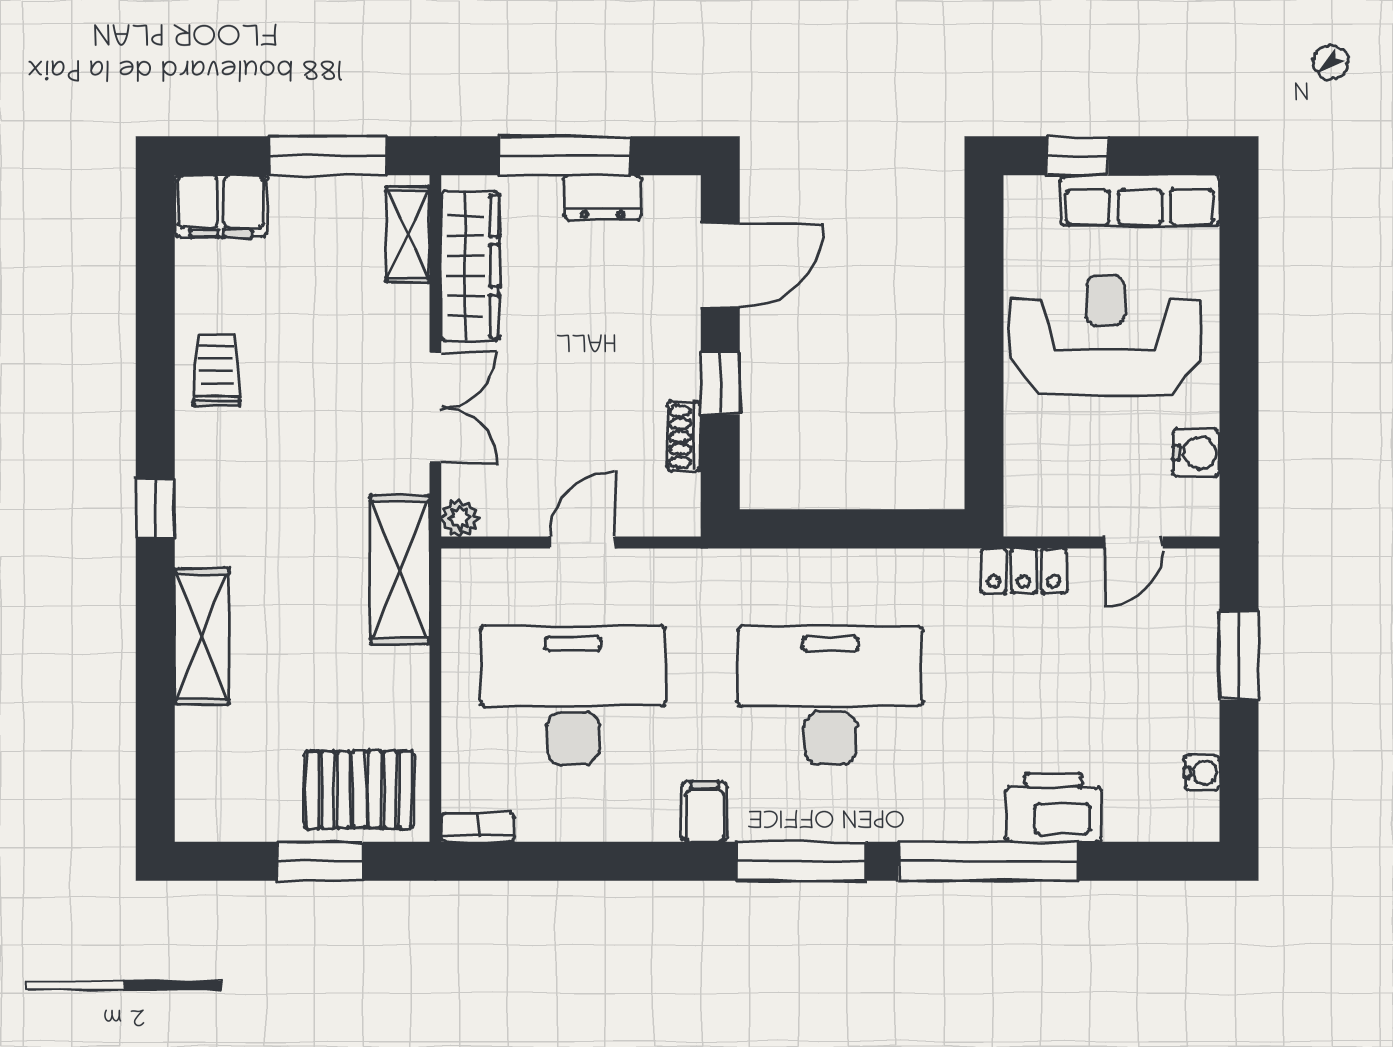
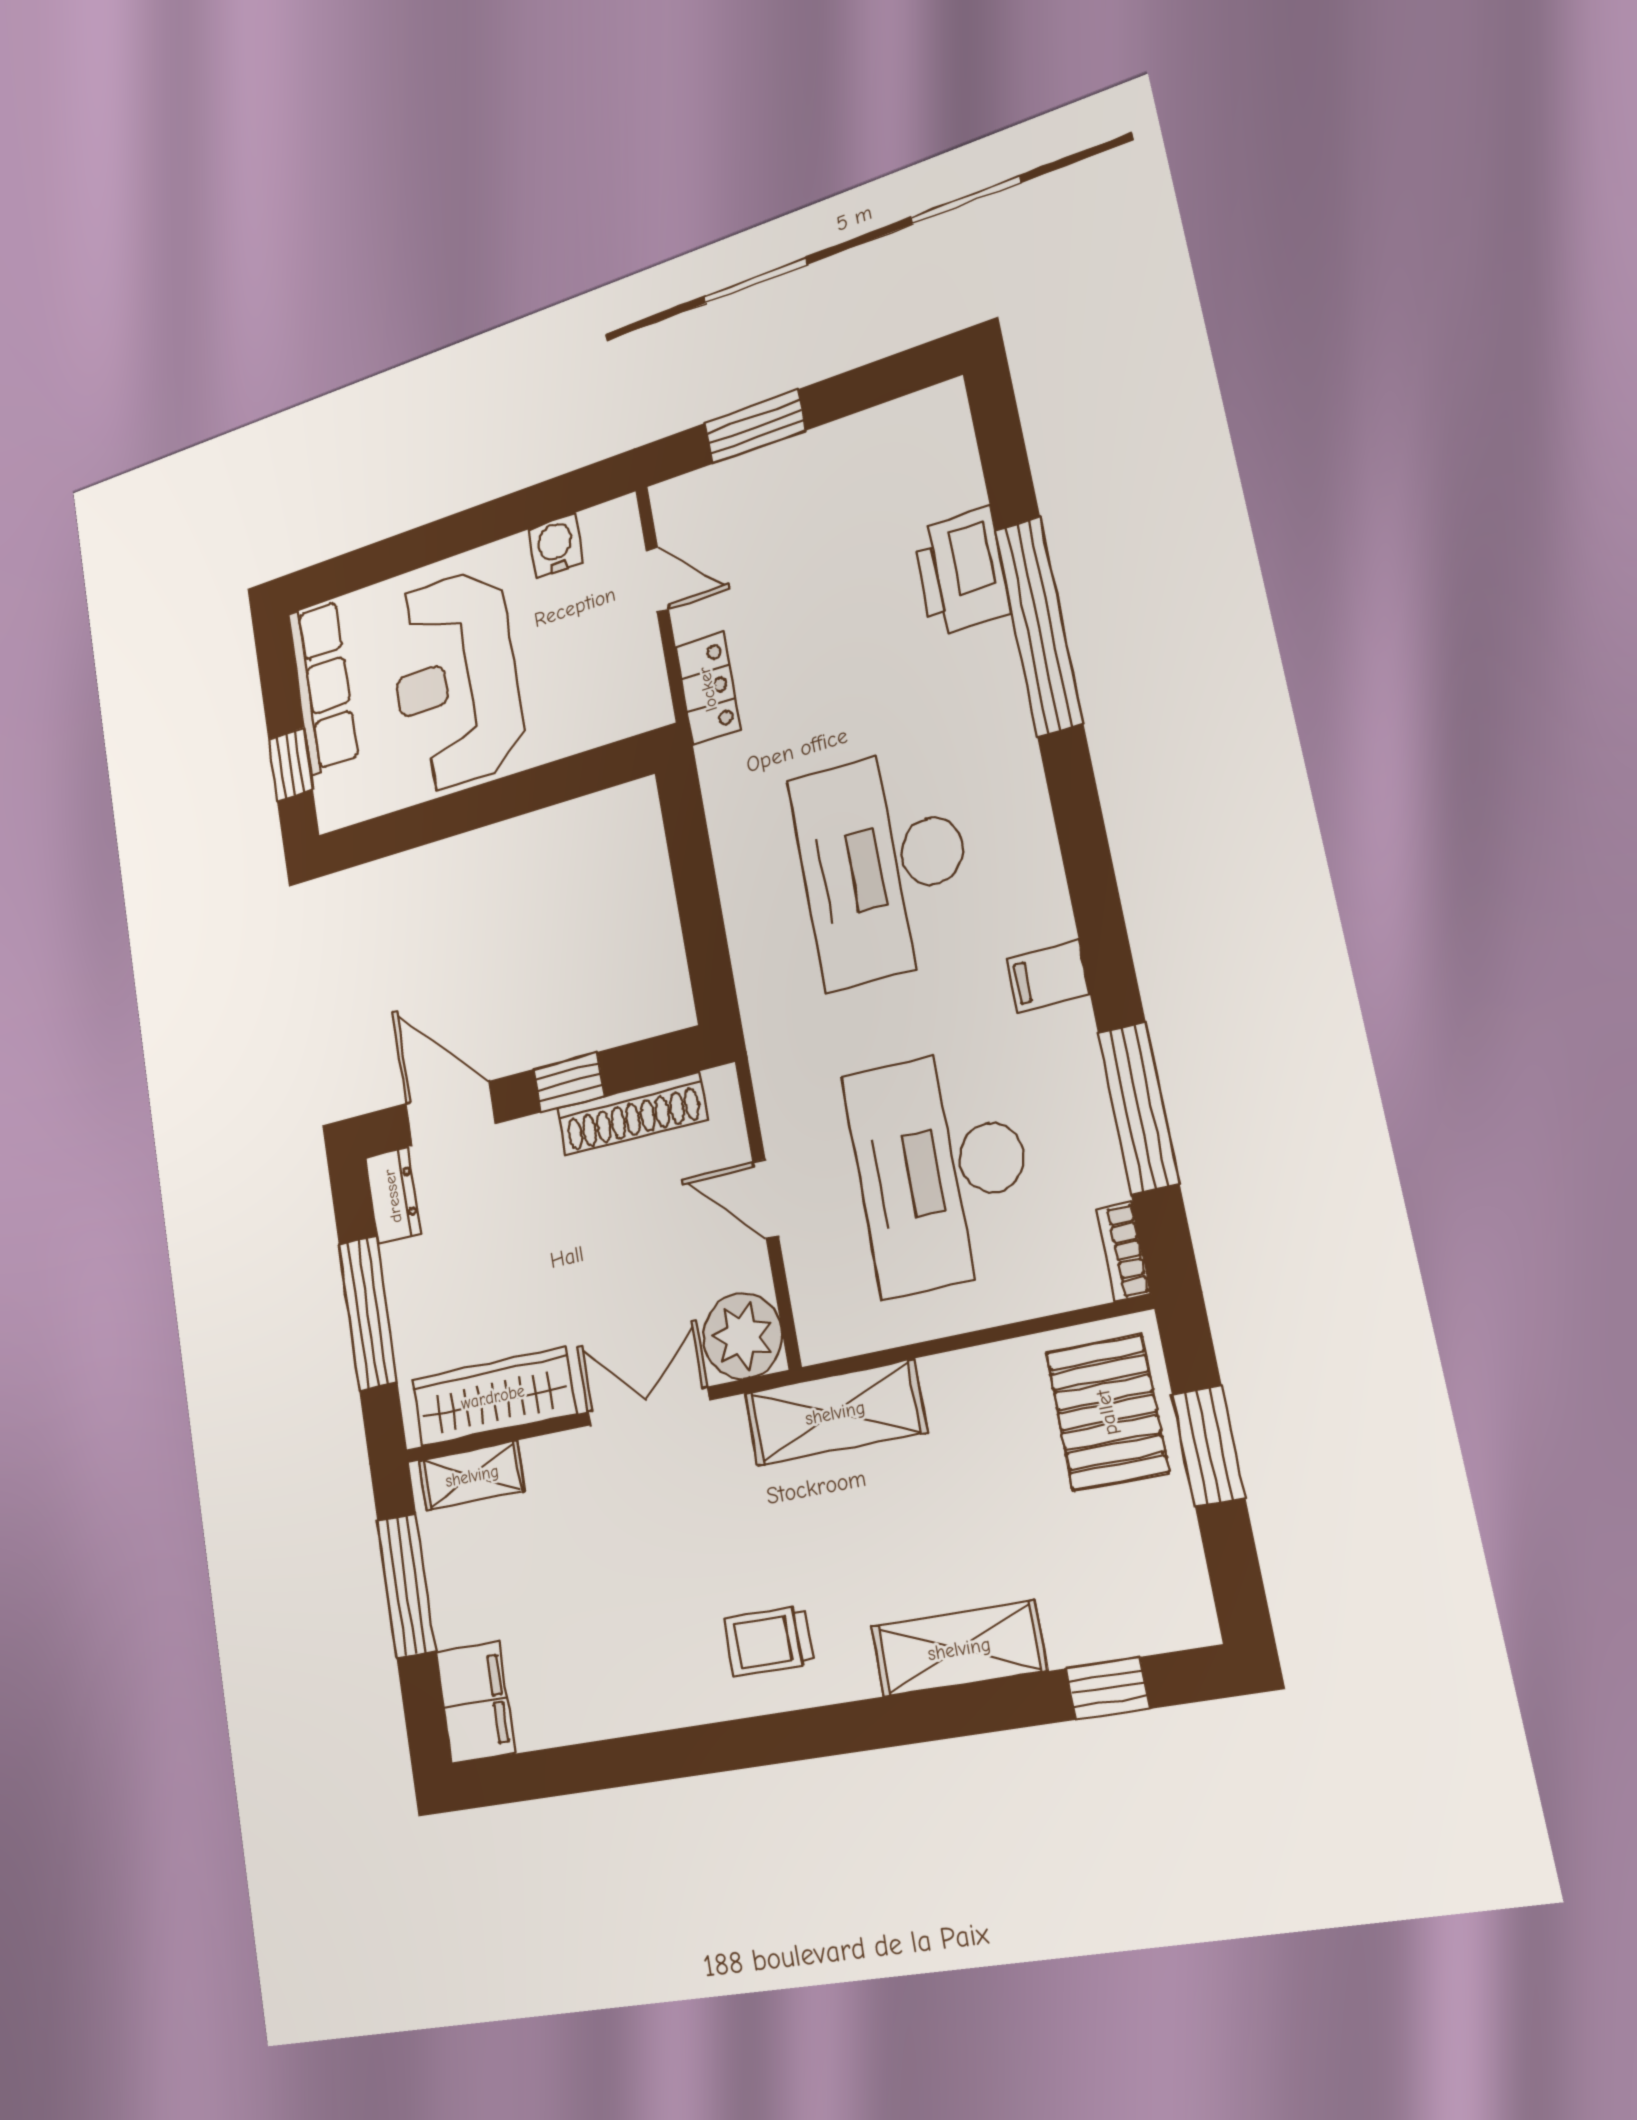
dresser: (603, 197) -> (393, 1196), moved
trolley: (217, 370) -> (768, 1641), moved
shoe rack: (684, 436) -> (632, 1114), width x1.94, depth x1.24
window: (155, 508) -> (1108, 1689), moved
plant: (460, 518) -> (743, 1336), width x1.88, depth x1.88
water cooler: (1202, 773) -> (889, 421), removed
window: (801, 861) -> (1138, 1108), moved

